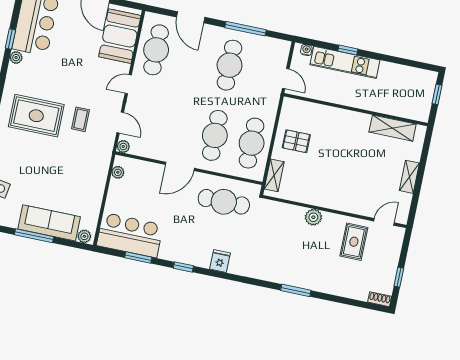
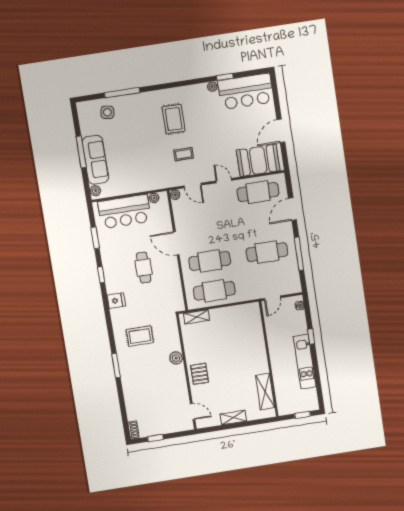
kitchen unit: (345, 62) -> (305, 362), moved
rug: (36, 116) -> (174, 119), width x0.73, depth x0.70
door: (120, 122) -> (193, 185), hinge flipped
pallet: (296, 141) -> (200, 374), moved
cafe table: (224, 202) -> (144, 268), moved, width x0.73, depth x0.74
bar counter: (130, 235) -> (125, 211), moved, turned 90
rug: (354, 242) -> (140, 336), moved

